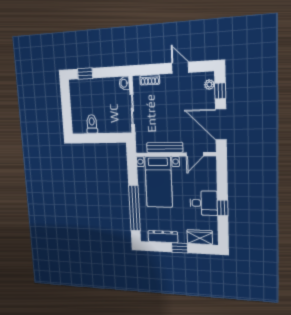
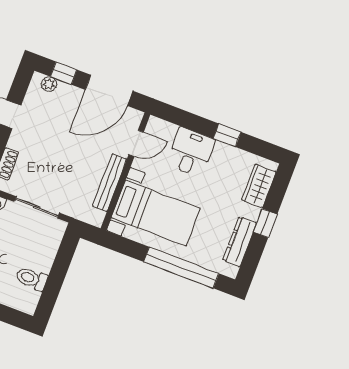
door: (195, 154) -> (136, 143), hinge flipped
desk: (204, 203) -> (191, 152), moved

